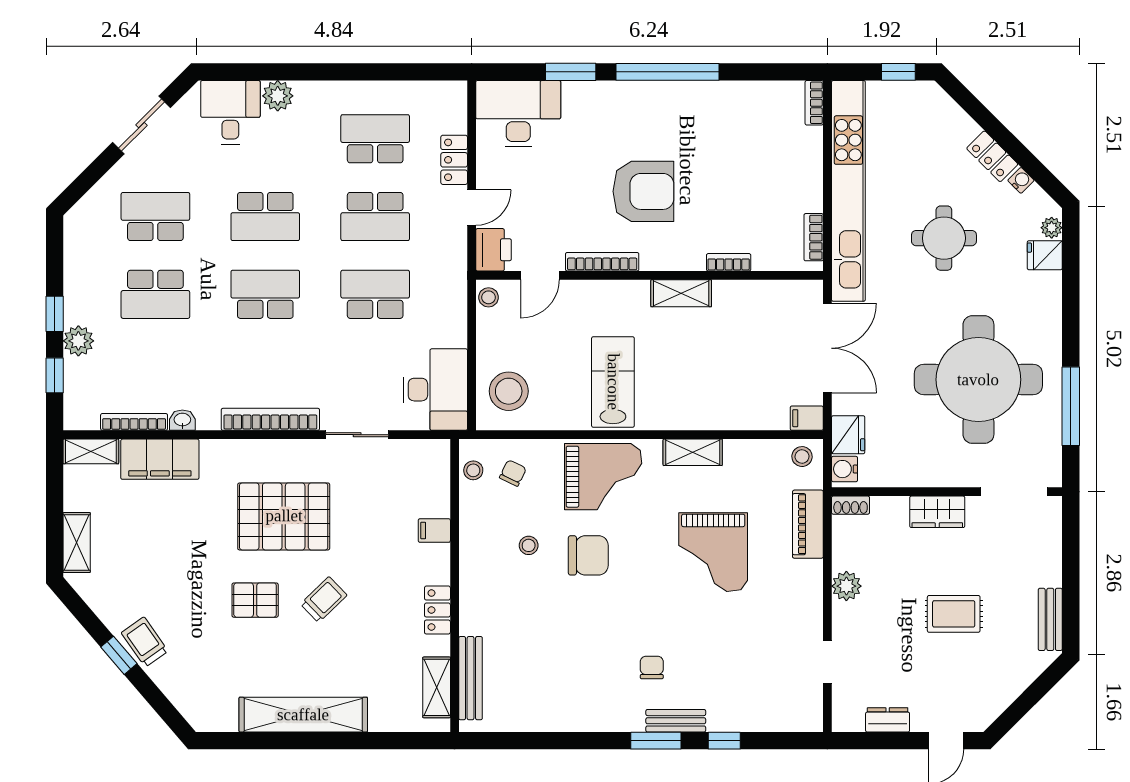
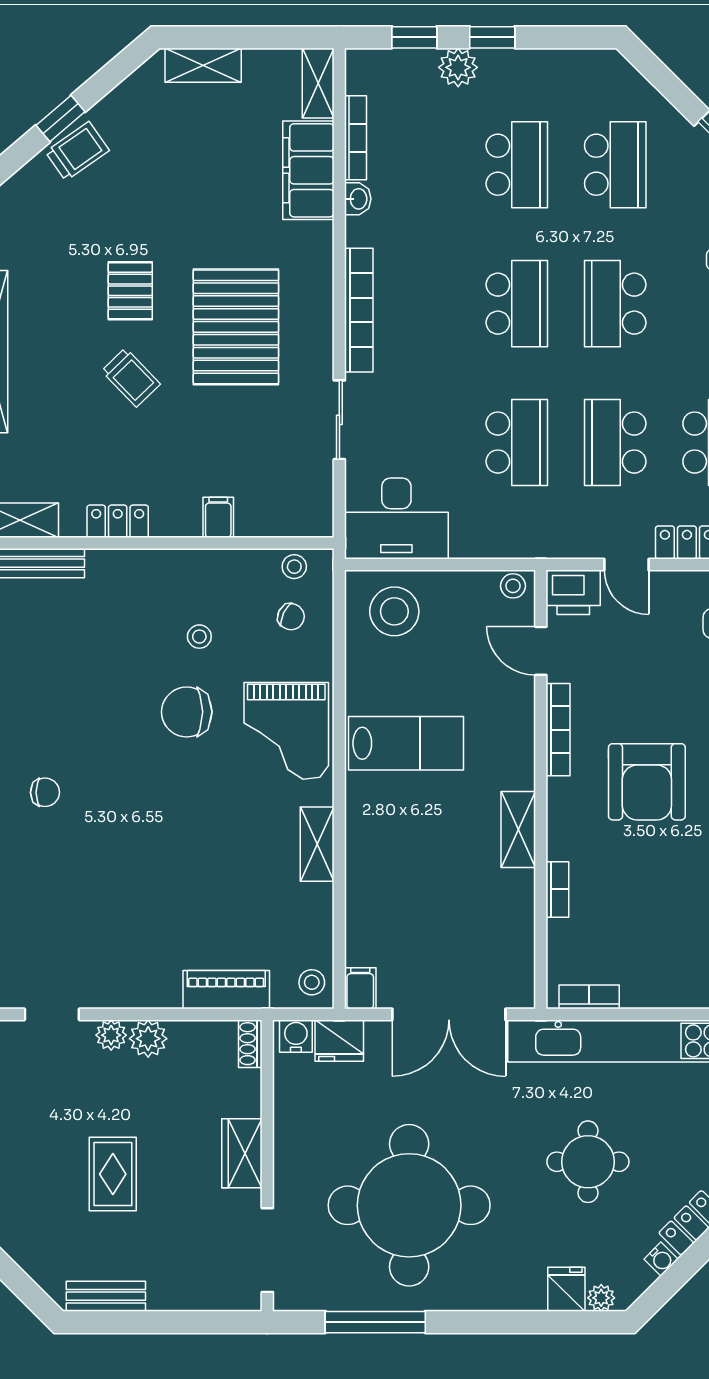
school desk: (155, 294) -> (517, 165), turned 180
grand piano: (713, 552) -> (191, 870), removed
chair: (588, 555) -> (187, 712), turned 90
plant: (844, 615) -> (111, 1035), added

